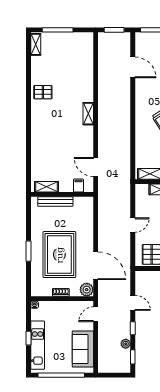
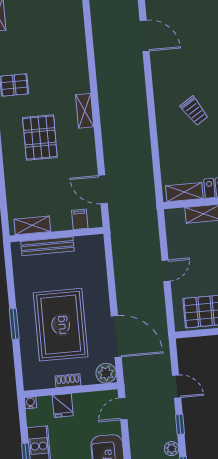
pallet: (57, 129) -> (40, 137), added
fridge: (56, 308) -> (63, 405), added

